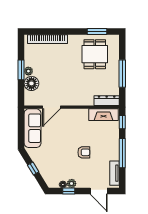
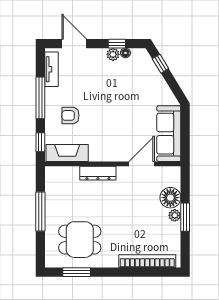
dining table: (95, 54) -> (80, 240), turned 90
dresser: (107, 101) -> (98, 173), moved
armchair: (84, 152) -> (71, 115), moved
window: (33, 168) -> (160, 64), moved

